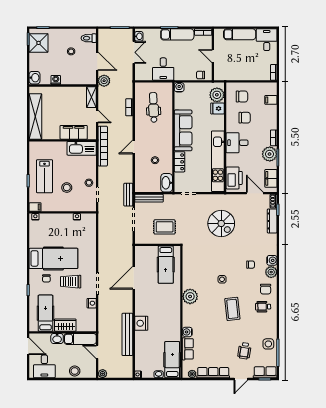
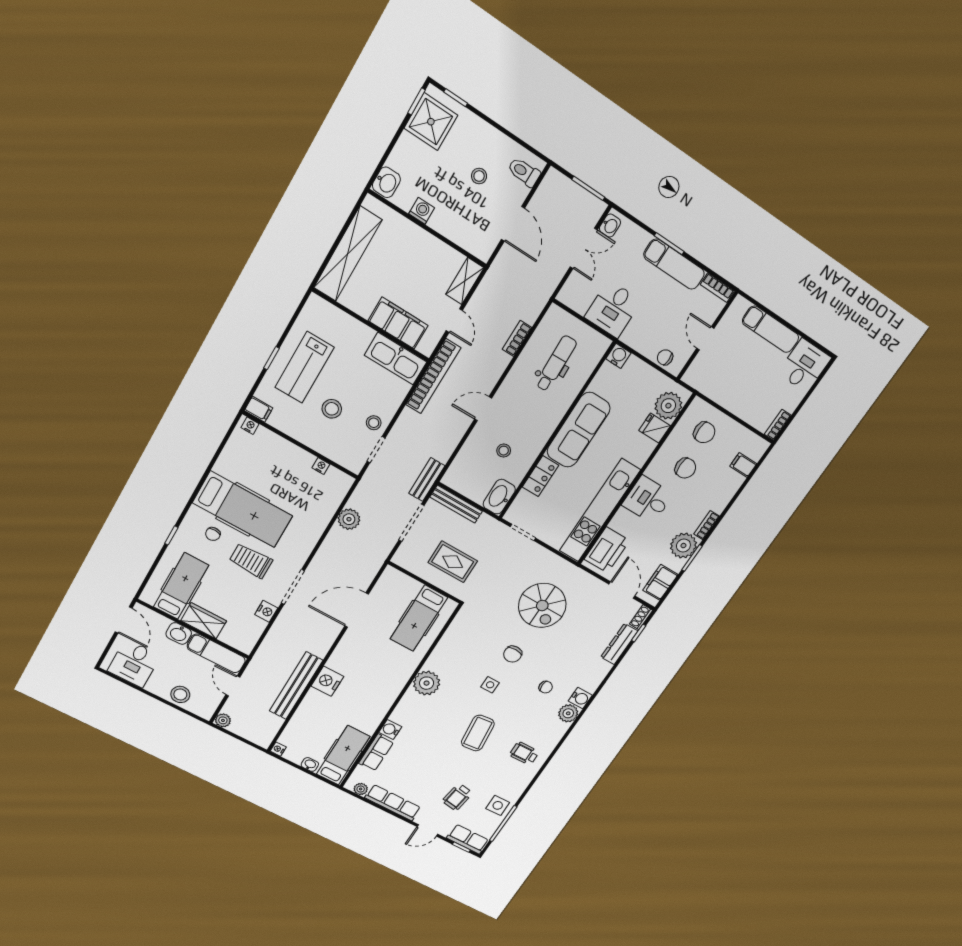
plant: (104, 81) -> (349, 519), moved
chair: (266, 289) -> (513, 654), moved

